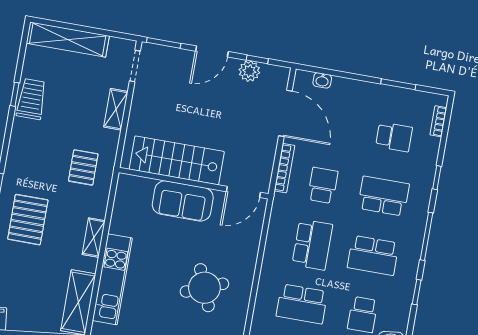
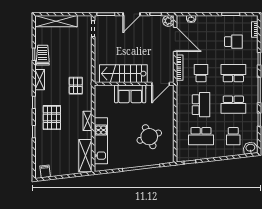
plant: (249, 71) -> (168, 21), moved
shelving: (116, 109) -> (40, 80), moved

